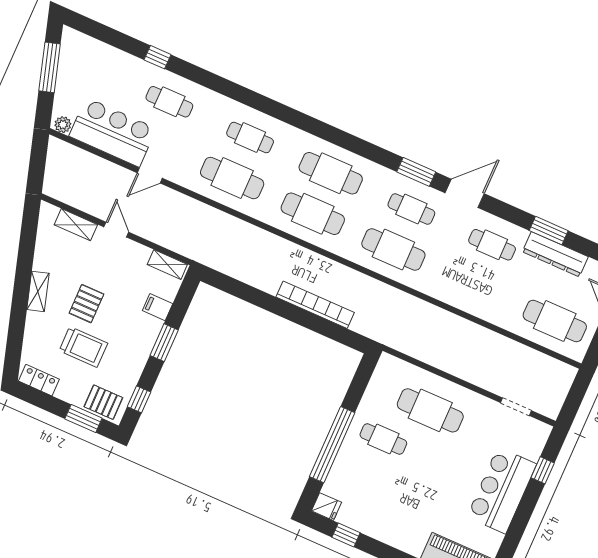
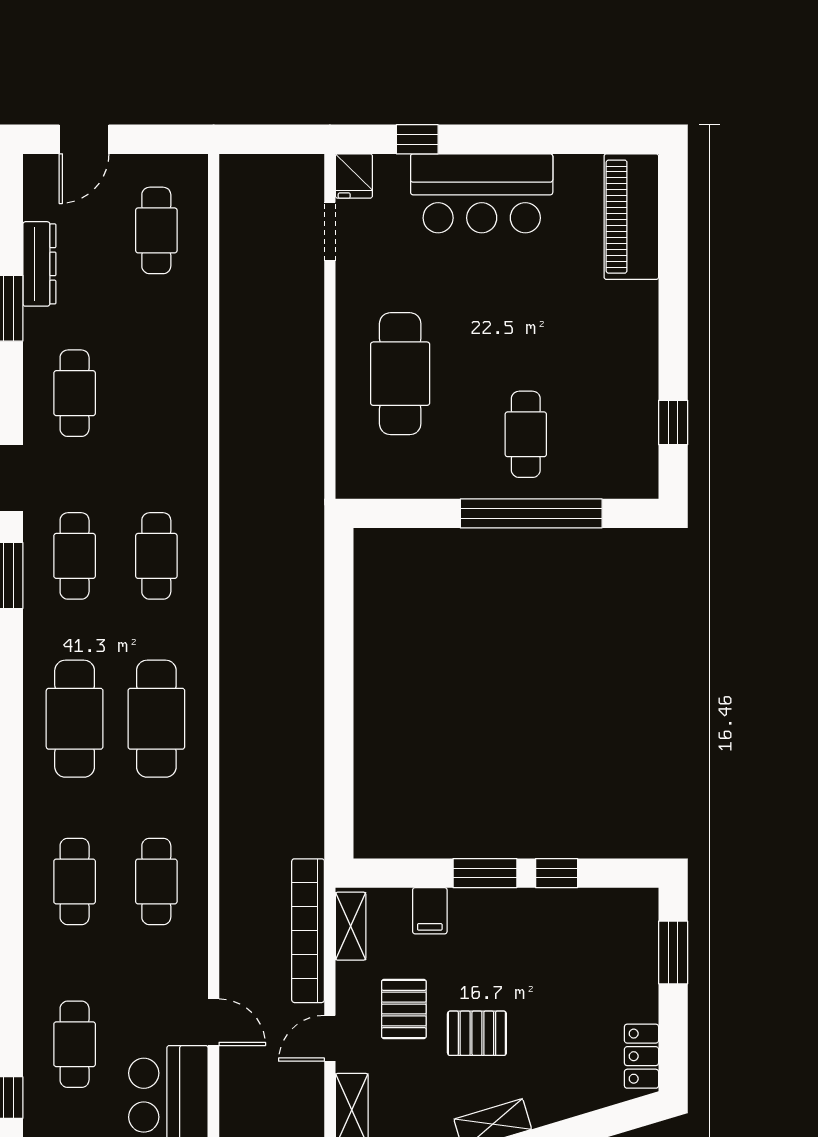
cafe table: (232, 178) -> (156, 881), width x0.73, depth x0.74
cafe table: (393, 250) -> (156, 556), width x0.73, depth x0.74
dresser: (555, 254) -> (39, 264), width x0.73, depth x0.80
bookcase: (315, 305) -> (308, 931), moved
cafe table: (555, 321) -> (156, 230), width x0.73, depth x0.74
trolley: (83, 347) -> (552, 1006), removed
window: (139, 399) -> (557, 873), moved
pallet: (103, 402) -> (404, 1009), moved
cafe table: (383, 439) -> (526, 434), moved
fridge: (326, 507) -> (354, 176), moved, turned 180

